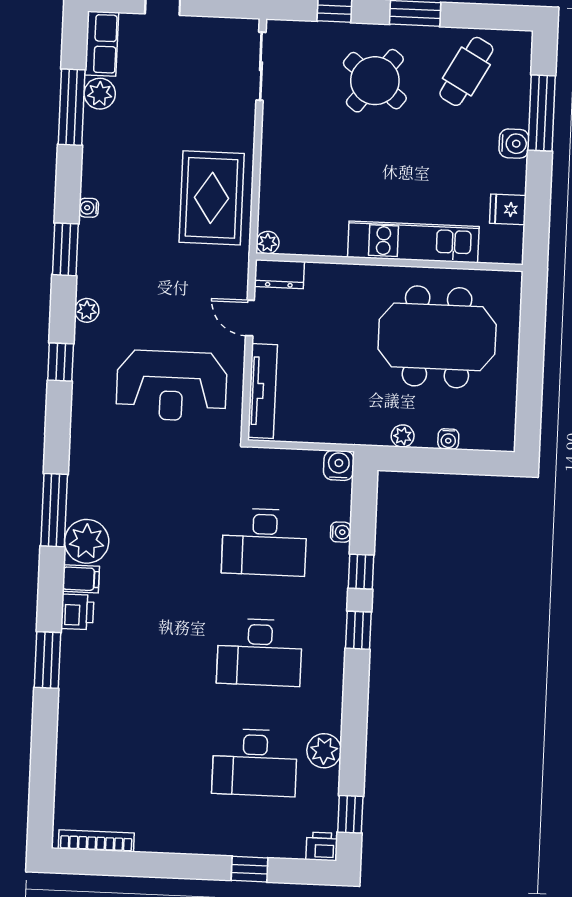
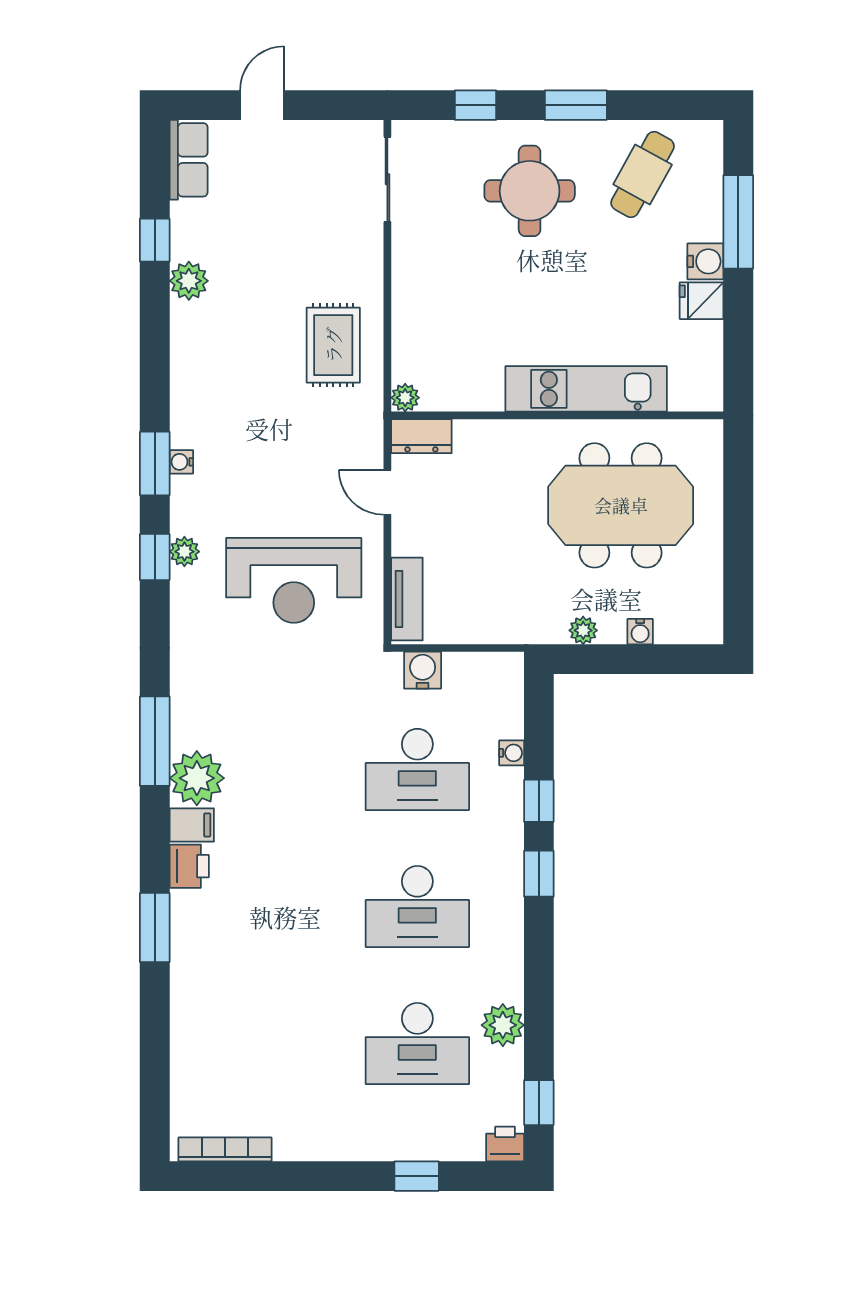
round table: (375, 81) -> (530, 191), turned -38
plant: (100, 94) -> (189, 281), moved
window: (72, 107) -> (155, 240), width x0.46
rug: (212, 198) -> (333, 345), width x0.73, depth x0.70
water cooler: (89, 208) -> (181, 462), moved
fridge: (508, 209) -> (702, 301), moved
window: (65, 249) -> (155, 464), moved
plant: (87, 310) -> (184, 552), moved
tv unit: (263, 391) -> (407, 599), width x0.71
water cooler: (339, 465) -> (423, 670), moved

